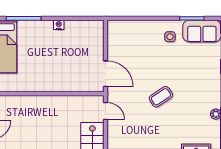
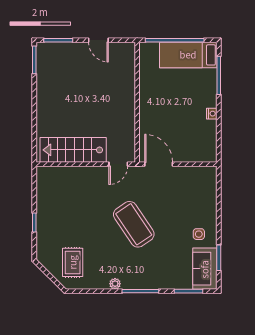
door: (105, 74) -> (159, 164), swing flipped
coffee table: (161, 97) -> (134, 224), width x1.86, depth x1.72

